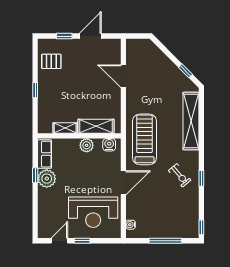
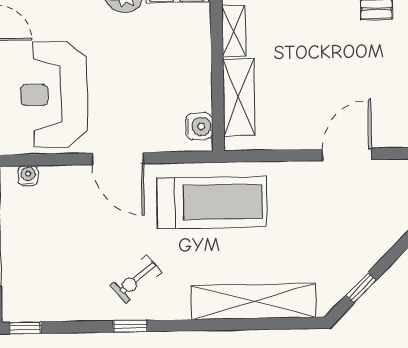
plant: (87, 145) -> (197, 78), removed

